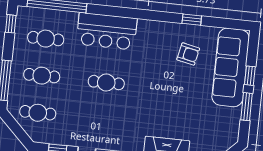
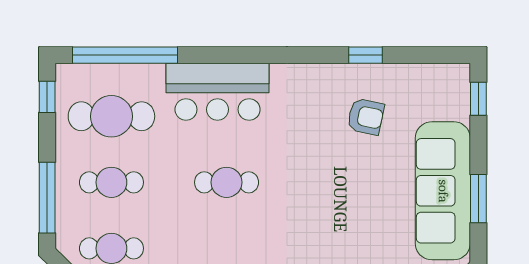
cafe table: (46, 39) -> (111, 116), width x1.37, depth x1.35
sofa: (231, 67) -> (443, 191), moved
window: (250, 76) -> (478, 99), moved

